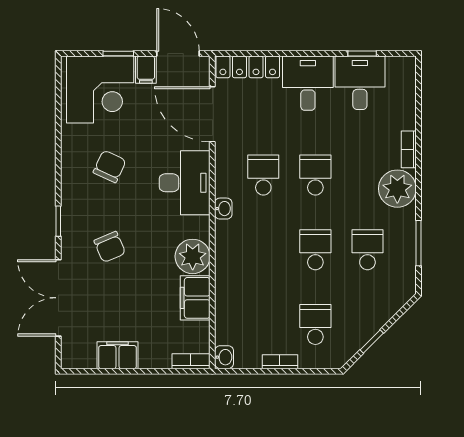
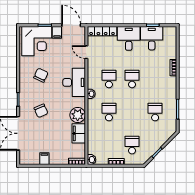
door: (212, 114) -> (86, 52), width x0.53
plant: (397, 189) -> (168, 85), removed
school desk: (315, 250) -> (109, 112), moved
filing cabinet: (118, 355) -> (44, 159), width x0.50

